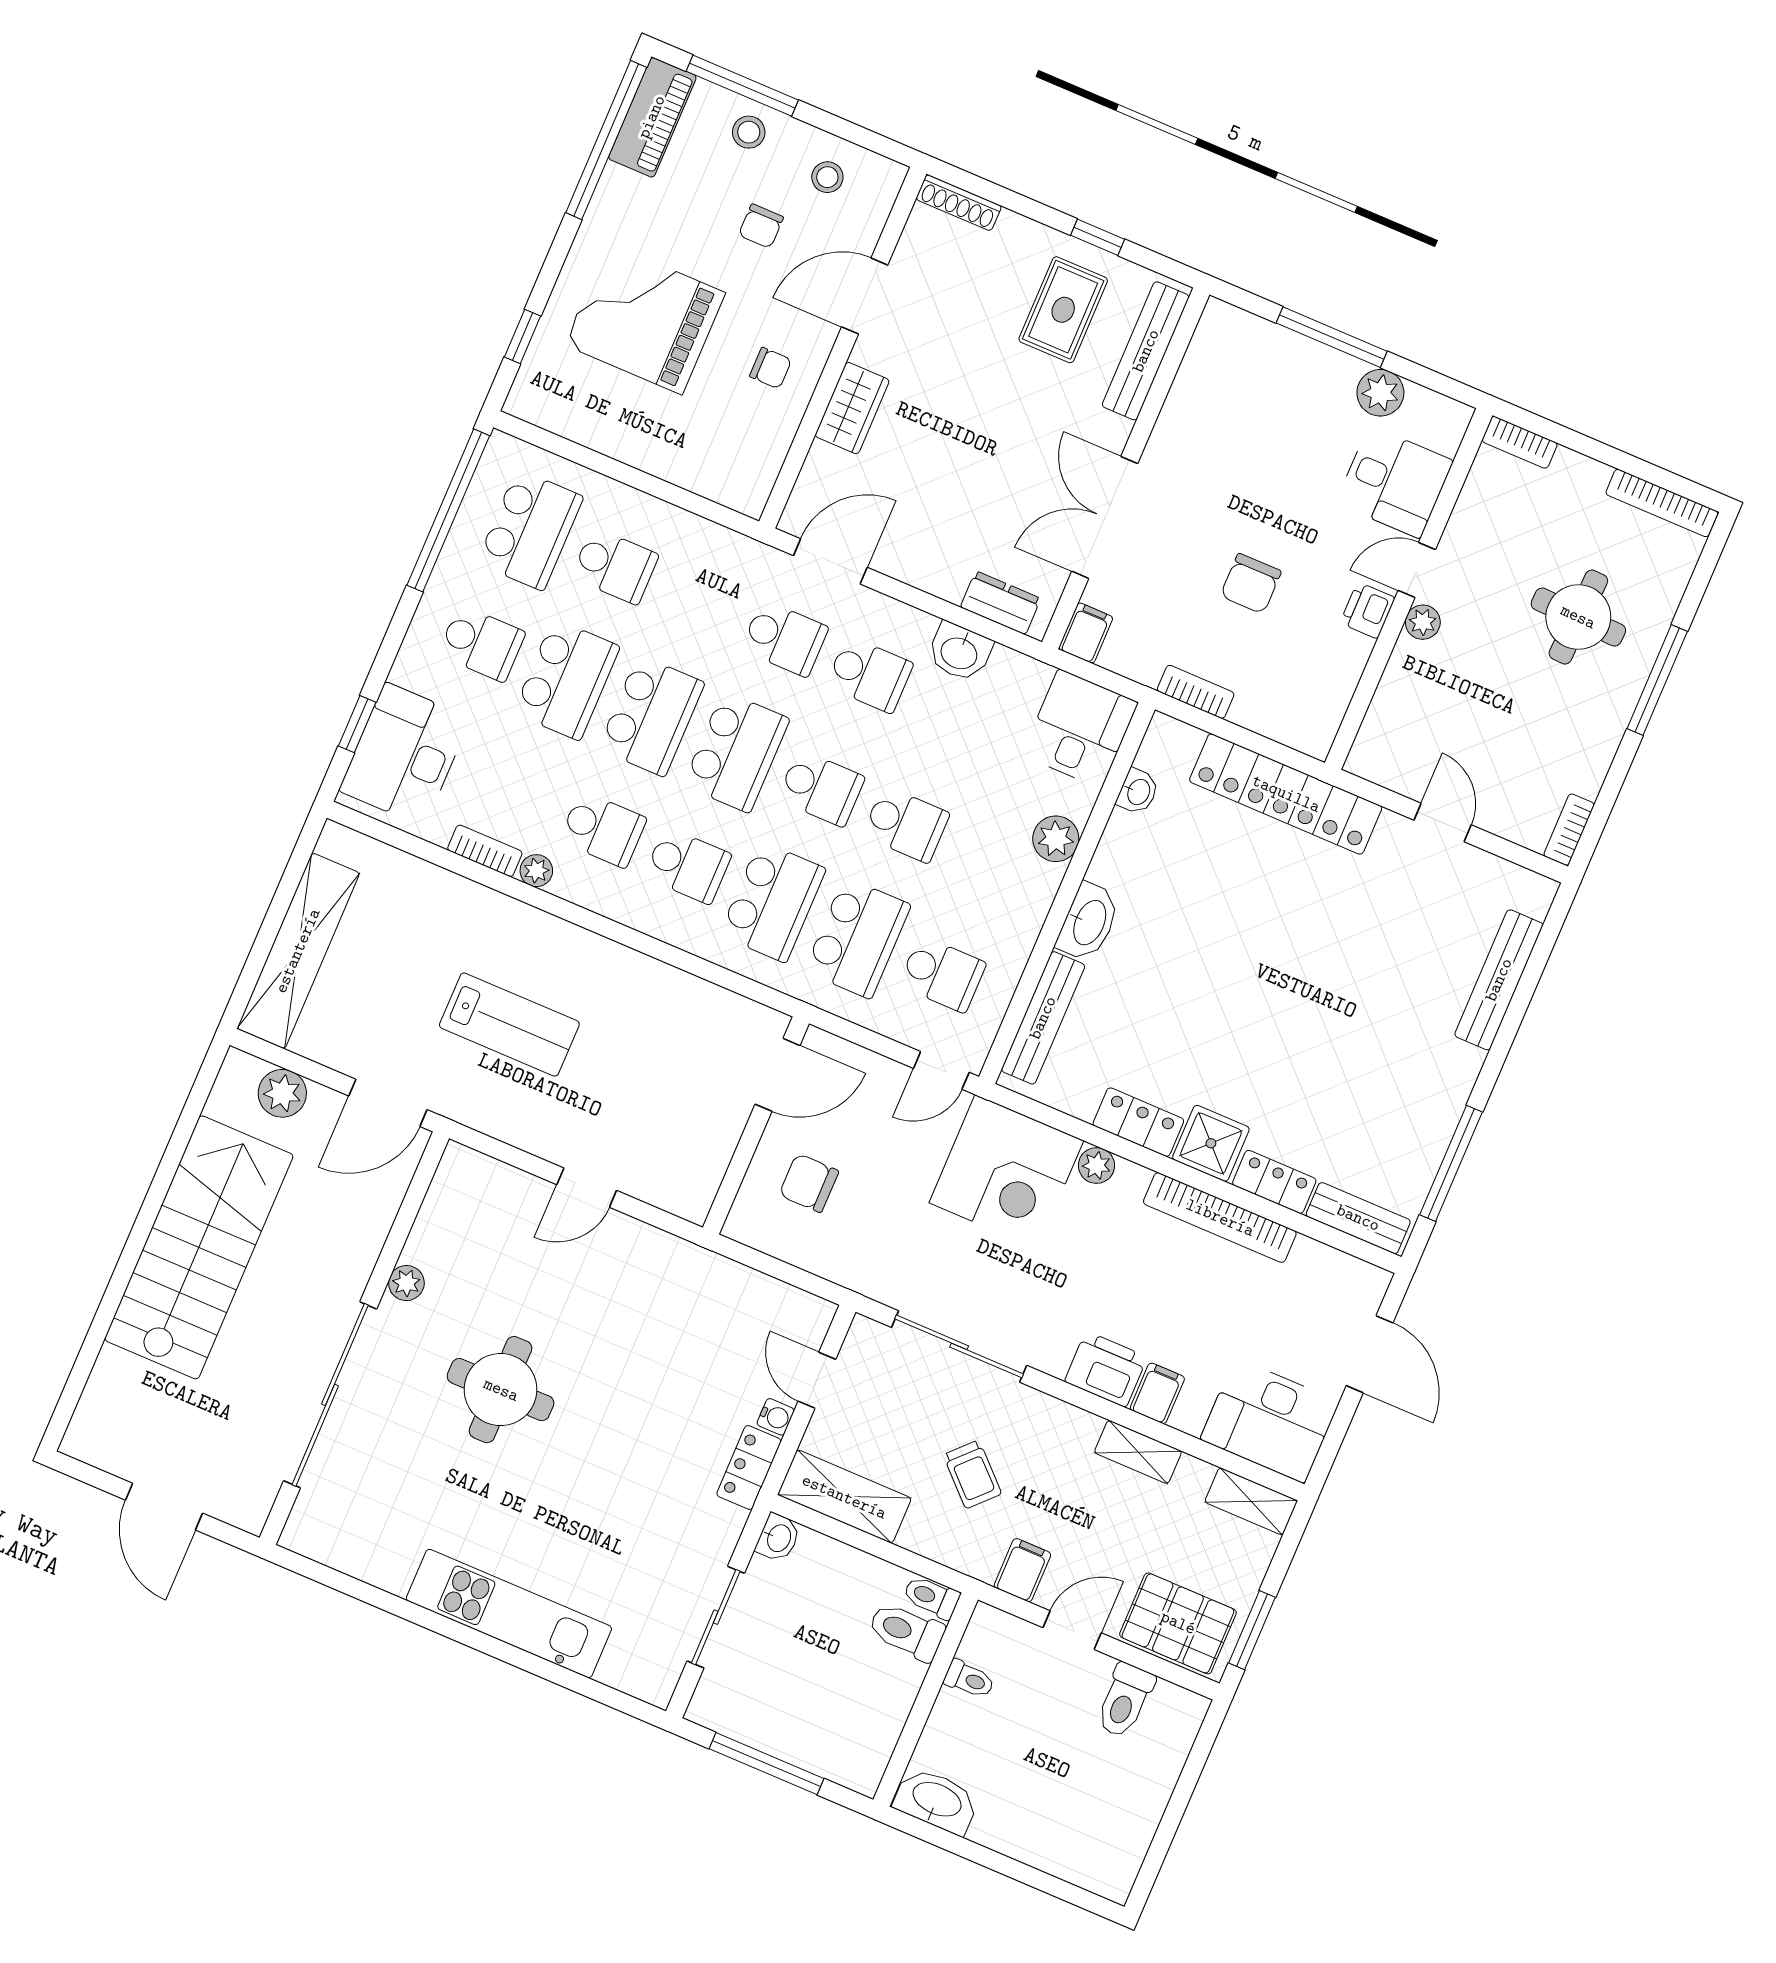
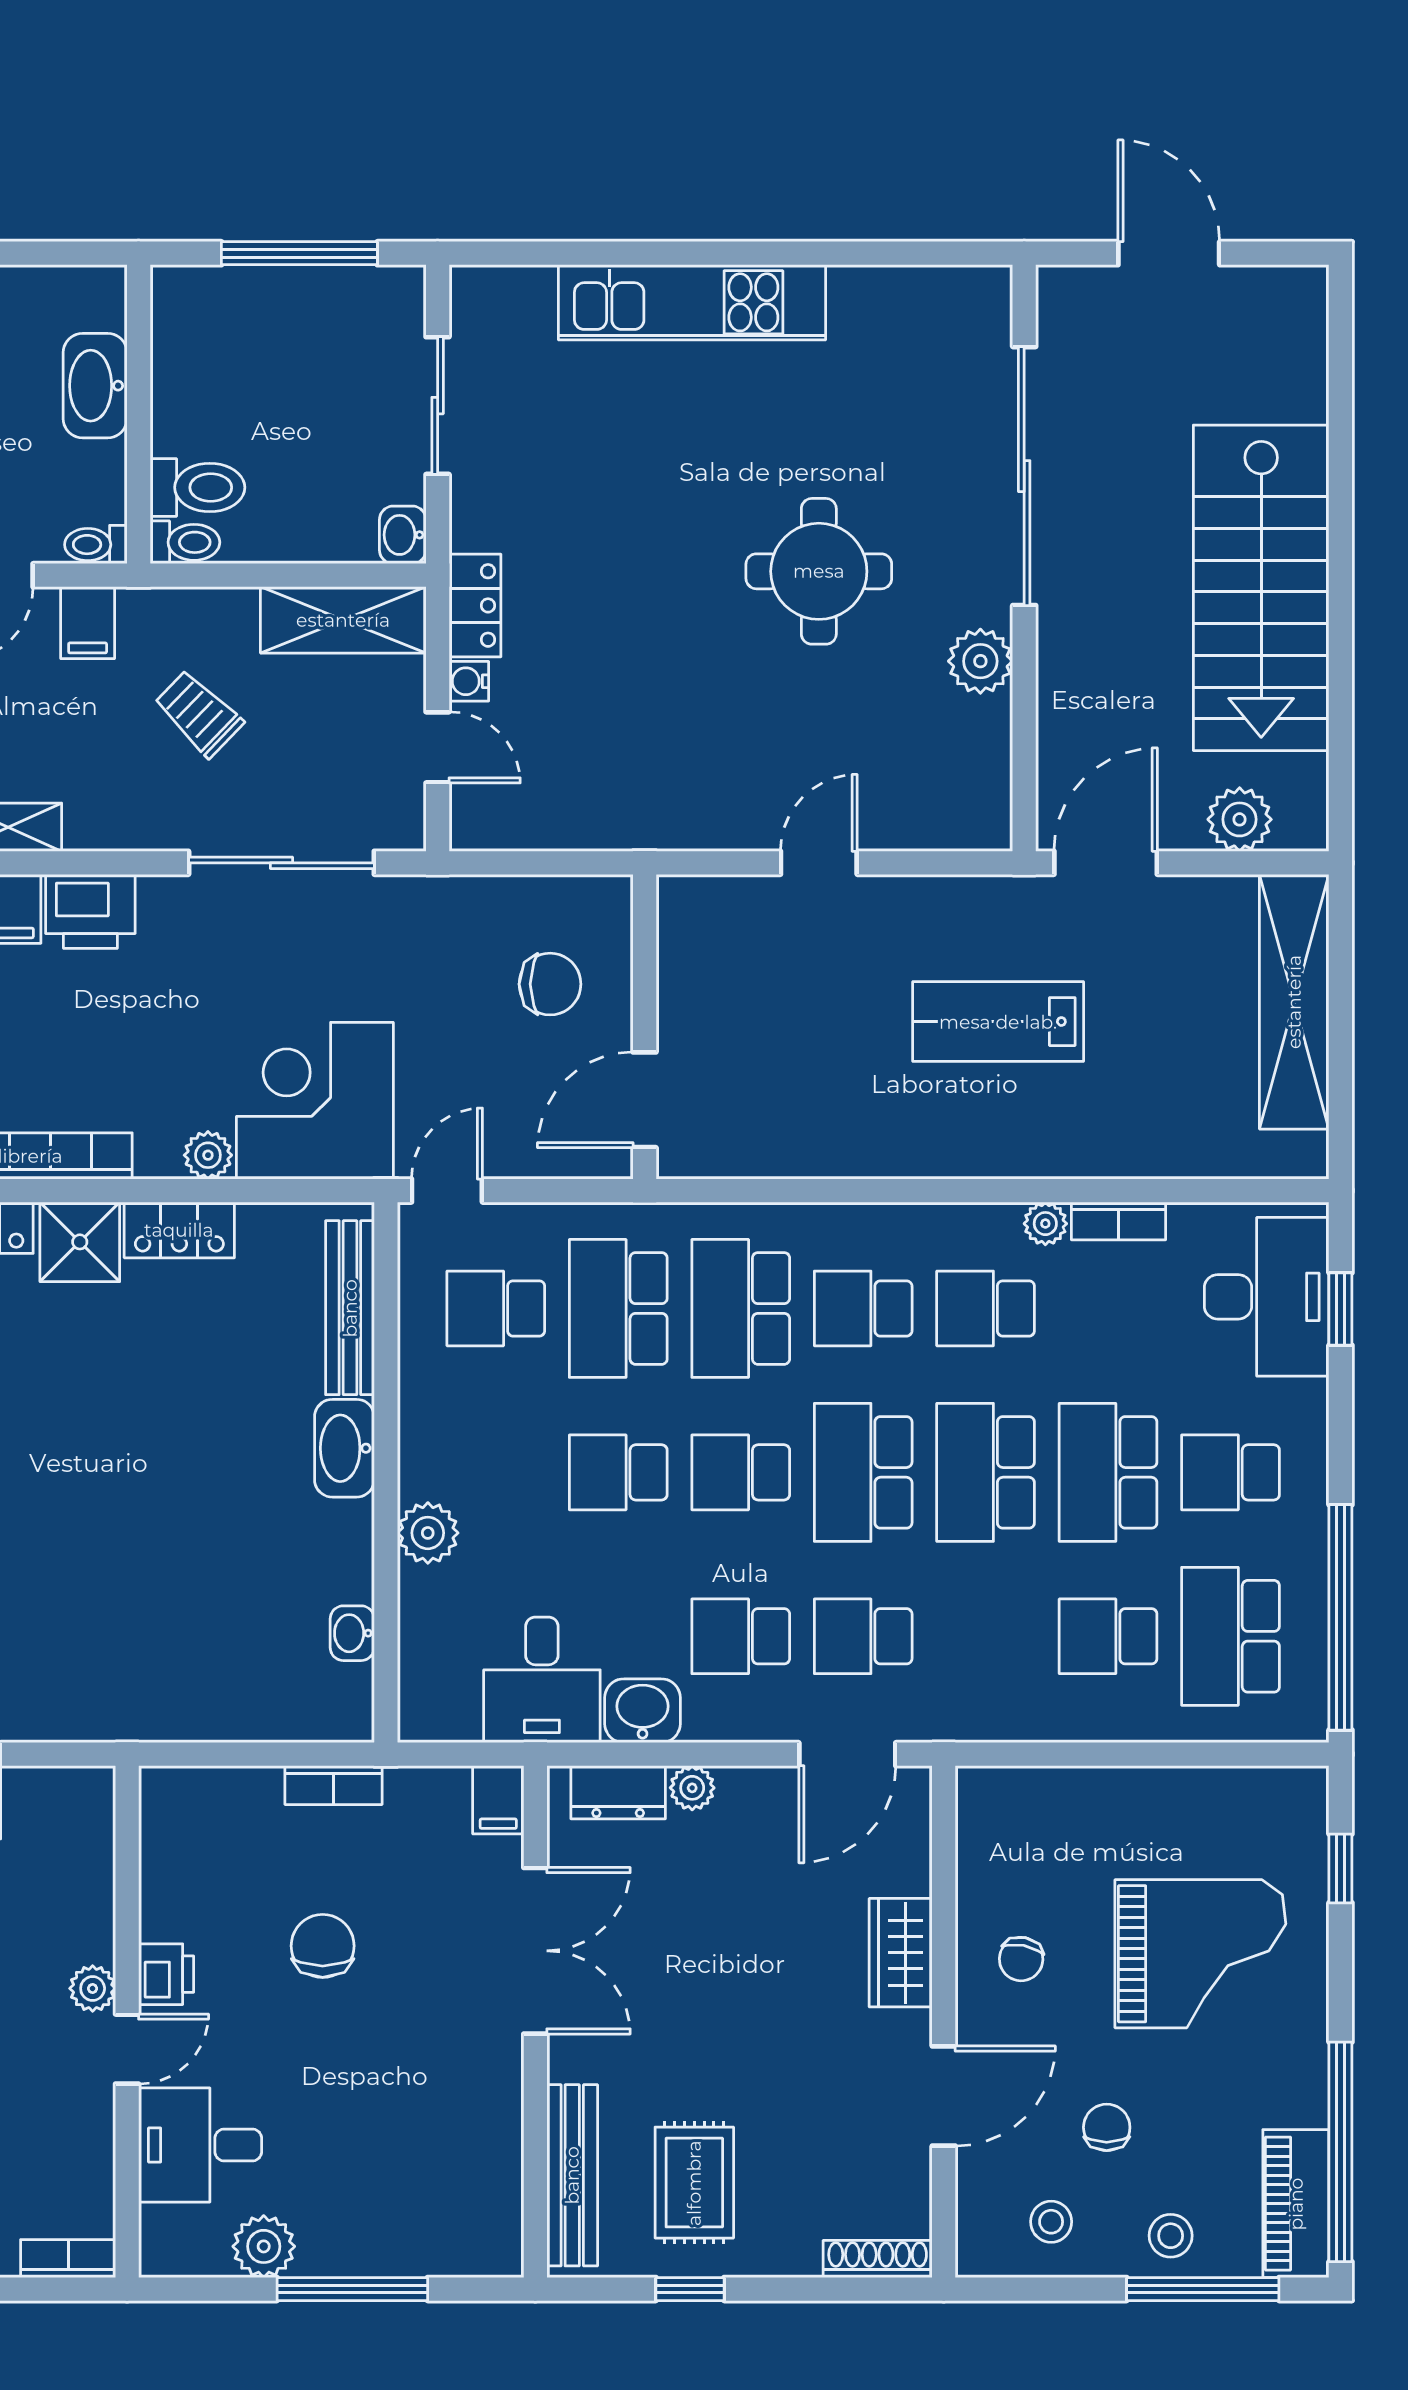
chair: (771, 368) -> (1021, 1959), turned -79
plant: (948, 584) -> (692, 1788), added
desk: (1080, 729) -> (542, 1680), moved
locker: (1286, 794) -> (170, 1707), removed
plant: (406, 1283) -> (980, 661), width x1.38, depth x1.38
toilet: (969, 1679) -> (96, 545), moved
washbasin: (936, 1801) -> (95, 386), moved, turned 90

